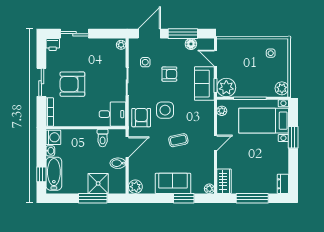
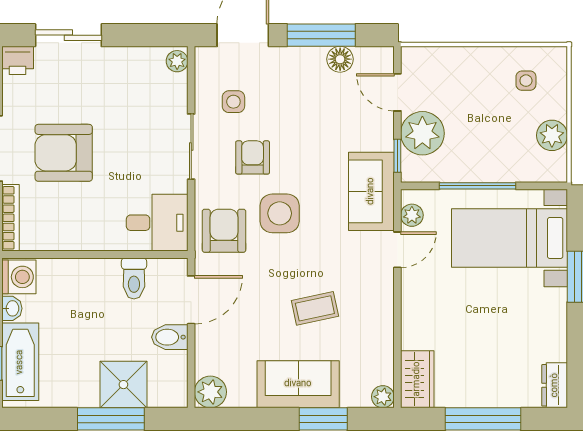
armchair: (169, 74) -> (253, 157), moved, turned -90
sofa: (204, 84) -> (371, 191), moved
plant: (226, 88) -> (422, 133), moved
plant: (282, 88) -> (552, 135), moved
coffee table: (178, 140) -> (315, 308), moved
door: (216, 143) -> (397, 250), moved

